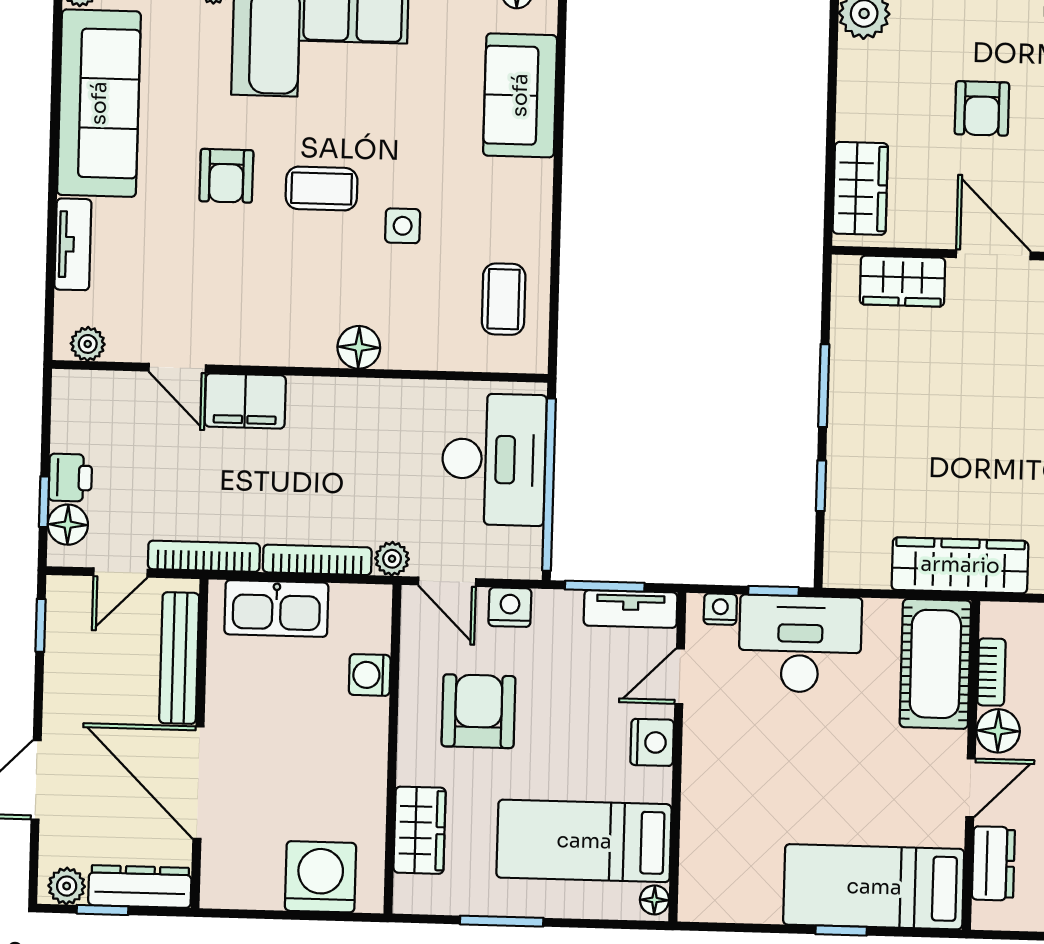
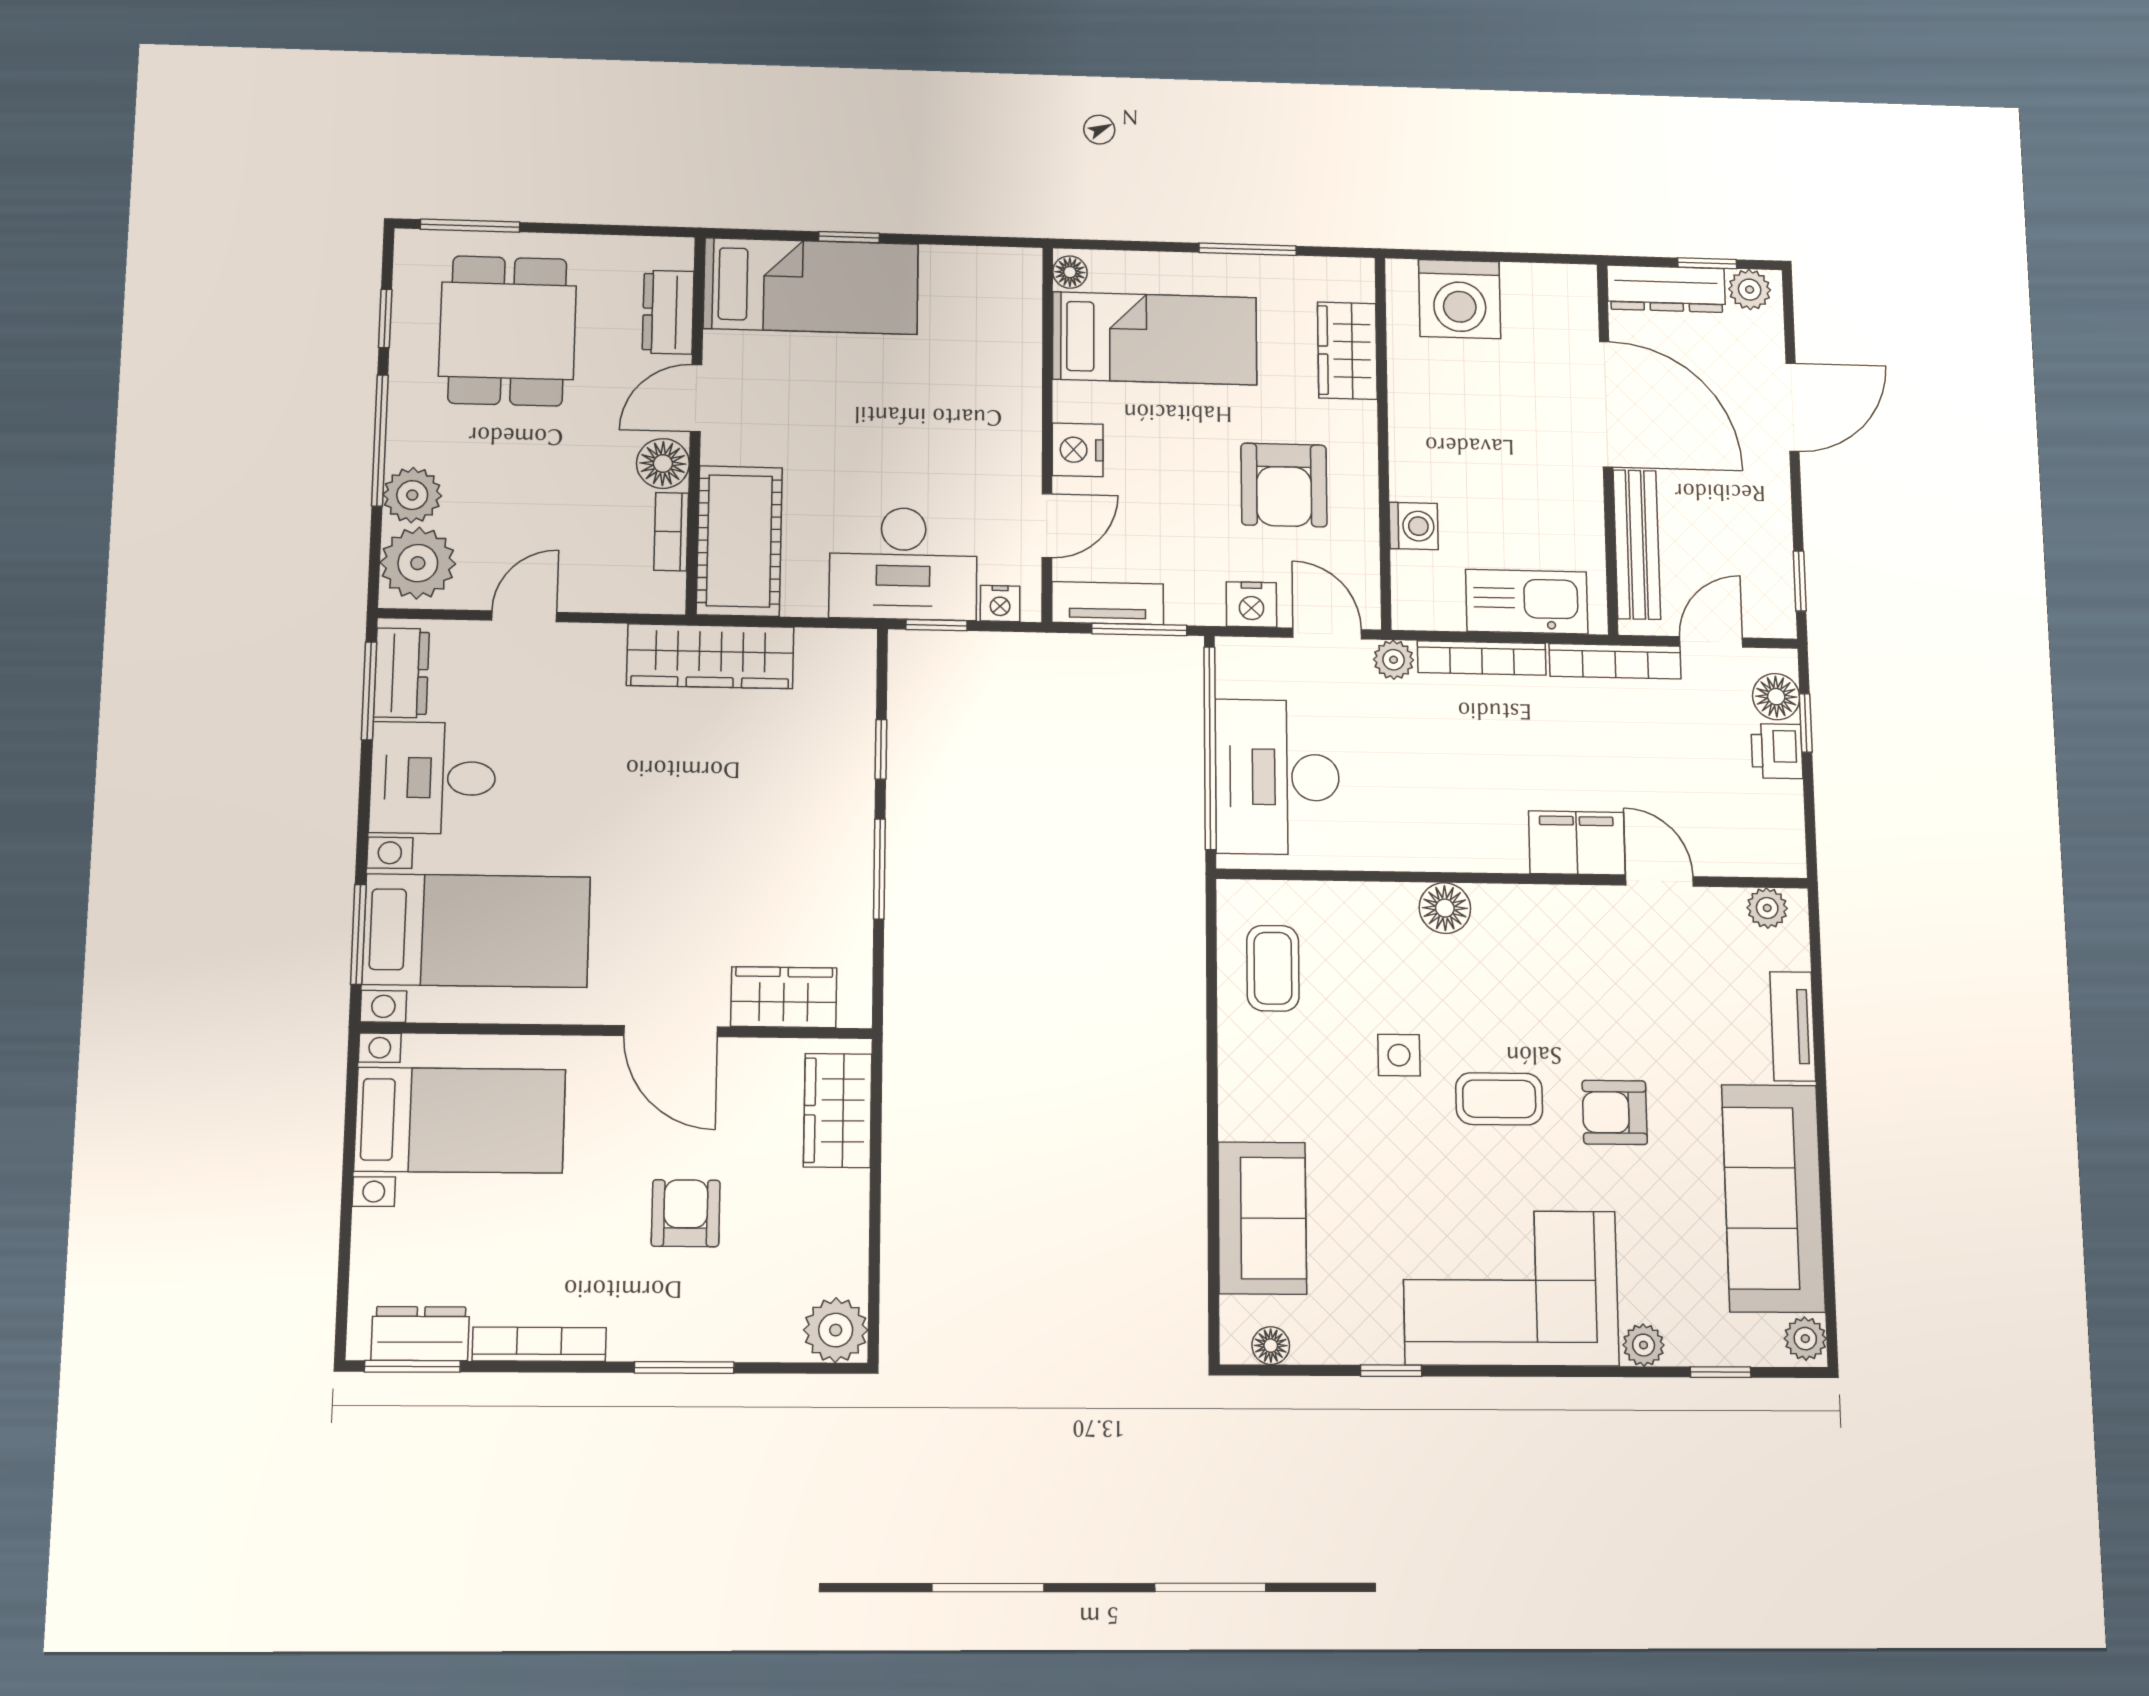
armchair: (226, 176) -> (1615, 1112), turned -90

